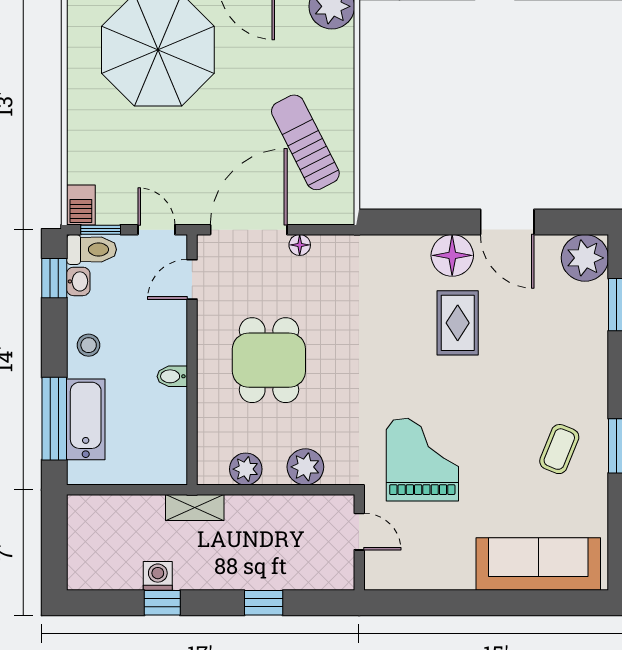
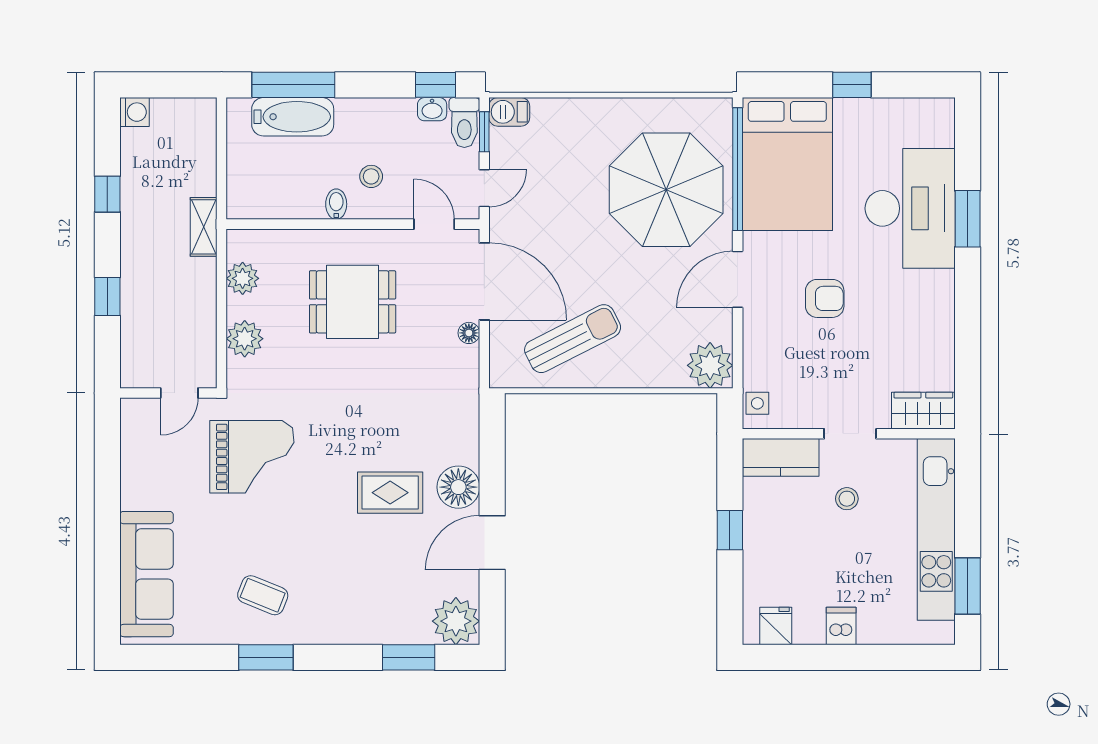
stool: (89, 345) -> (371, 176), moved
washing machine: (158, 576) -> (134, 112), moved

